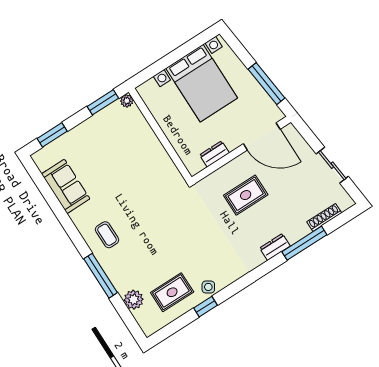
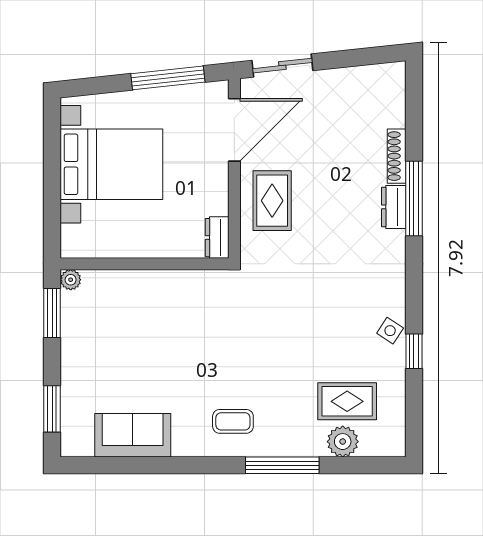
dresser: (214, 154) -> (217, 238), moved
sliding door: (332, 165) -> (282, 66), moved
rug: (246, 195) -> (272, 201), moved
shoe rack: (324, 217) -> (397, 156), moved
window: (304, 243) -> (414, 198), moved
rug: (172, 292) -> (347, 401), moved, turned 90

